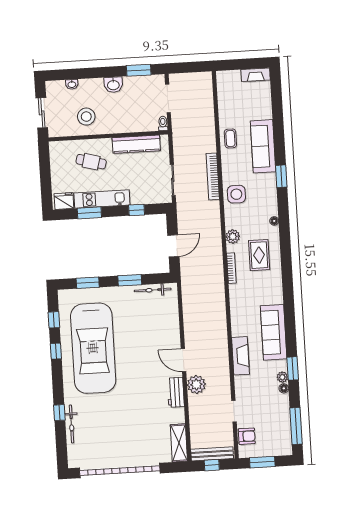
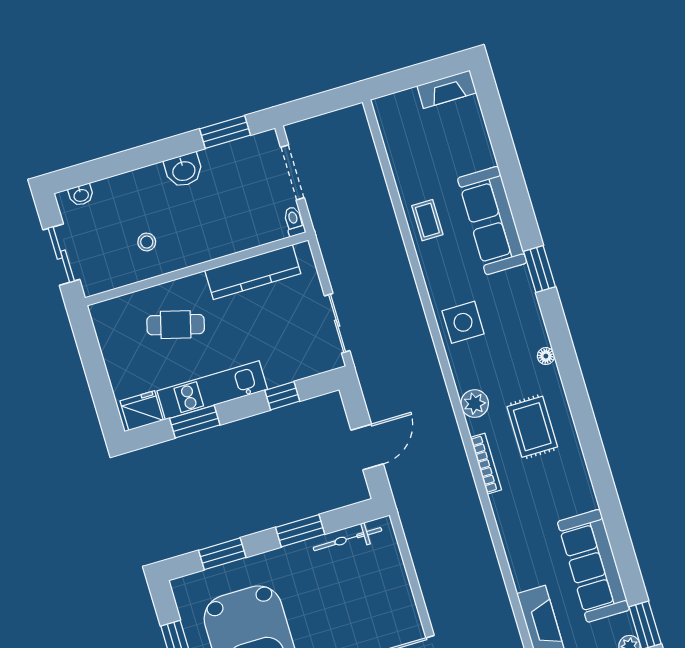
washbasin: (72, 84) -> (81, 195), moved
stool: (86, 117) -> (147, 242), width x0.53, depth x0.53
bookcase: (213, 176) -> (411, 299), removed

